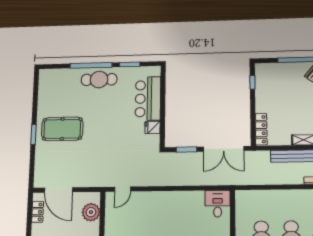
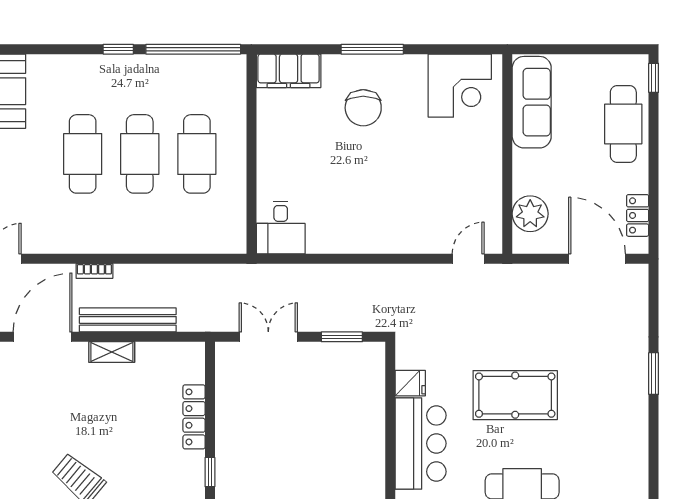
pool table: (62, 129) -> (515, 395), moved
locker: (261, 129) -> (194, 417), moved
double door: (224, 149) -> (268, 337), width x0.73

